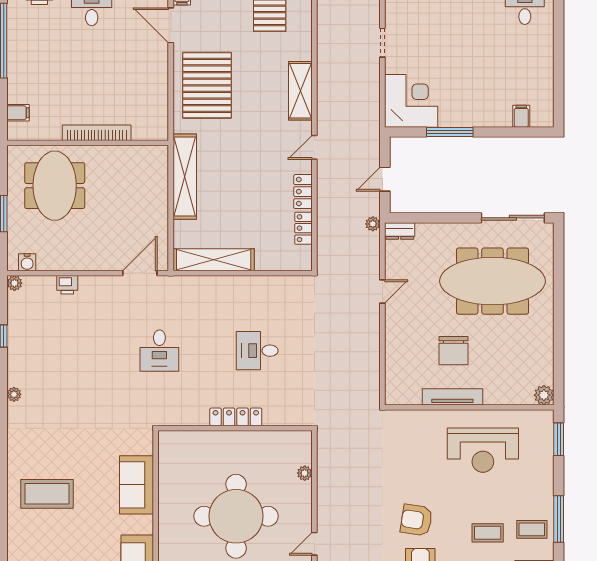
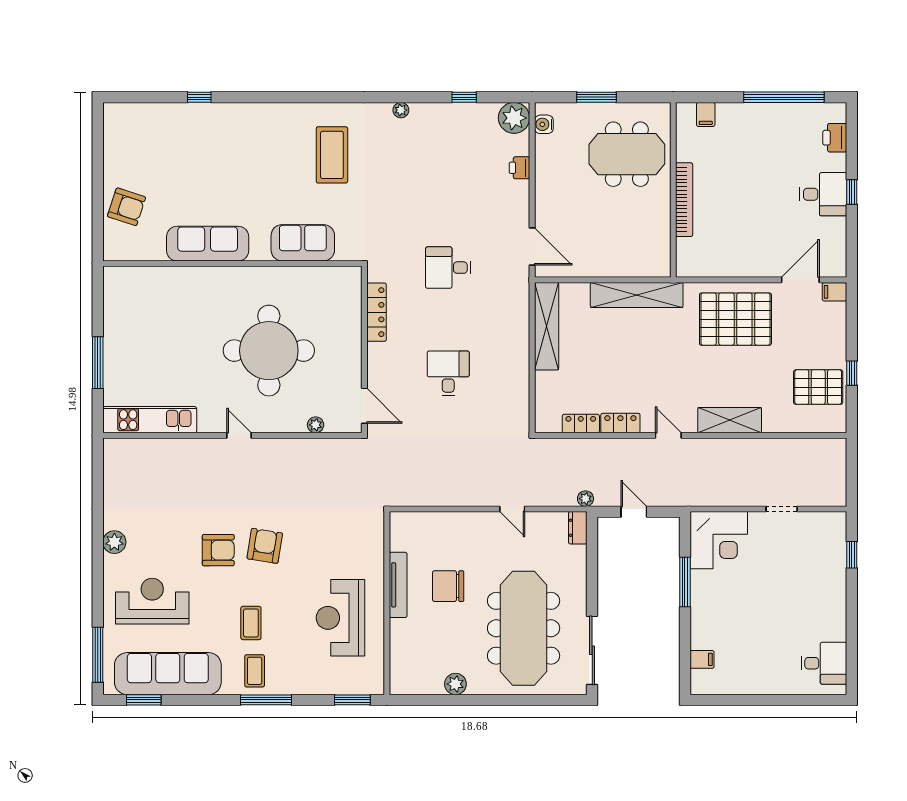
plant: (14, 283) -> (514, 118), width x1.87, depth x1.87
plant: (544, 395) -> (455, 684), moved
locker: (236, 417) -> (376, 312), moved
door: (287, 428) -> (364, 406), added
coffee table: (47, 494) -> (332, 155), moved

